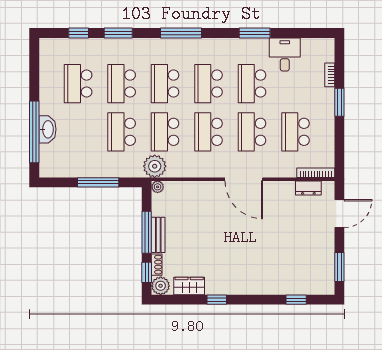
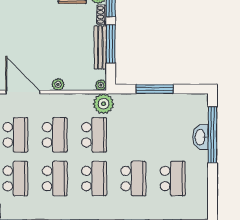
school desk: (122, 132) -> (133, 135), removed
plant: (205, 188) -> (58, 84), added
bench: (158, 235) -> (100, 47), width x1.36

